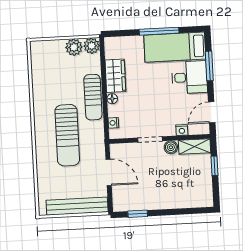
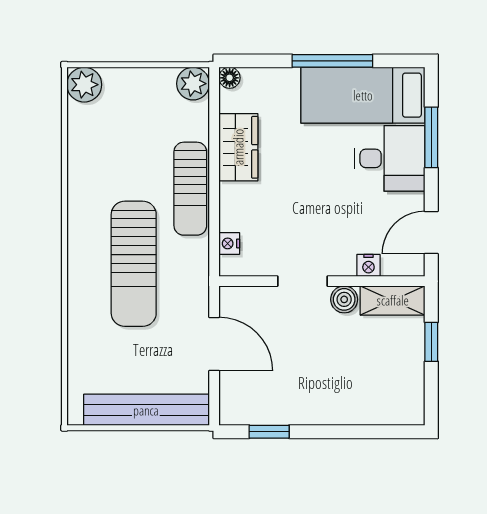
plant: (74, 47) -> (84, 85), moved
floor lamp: (112, 99) -> (230, 78), moved

